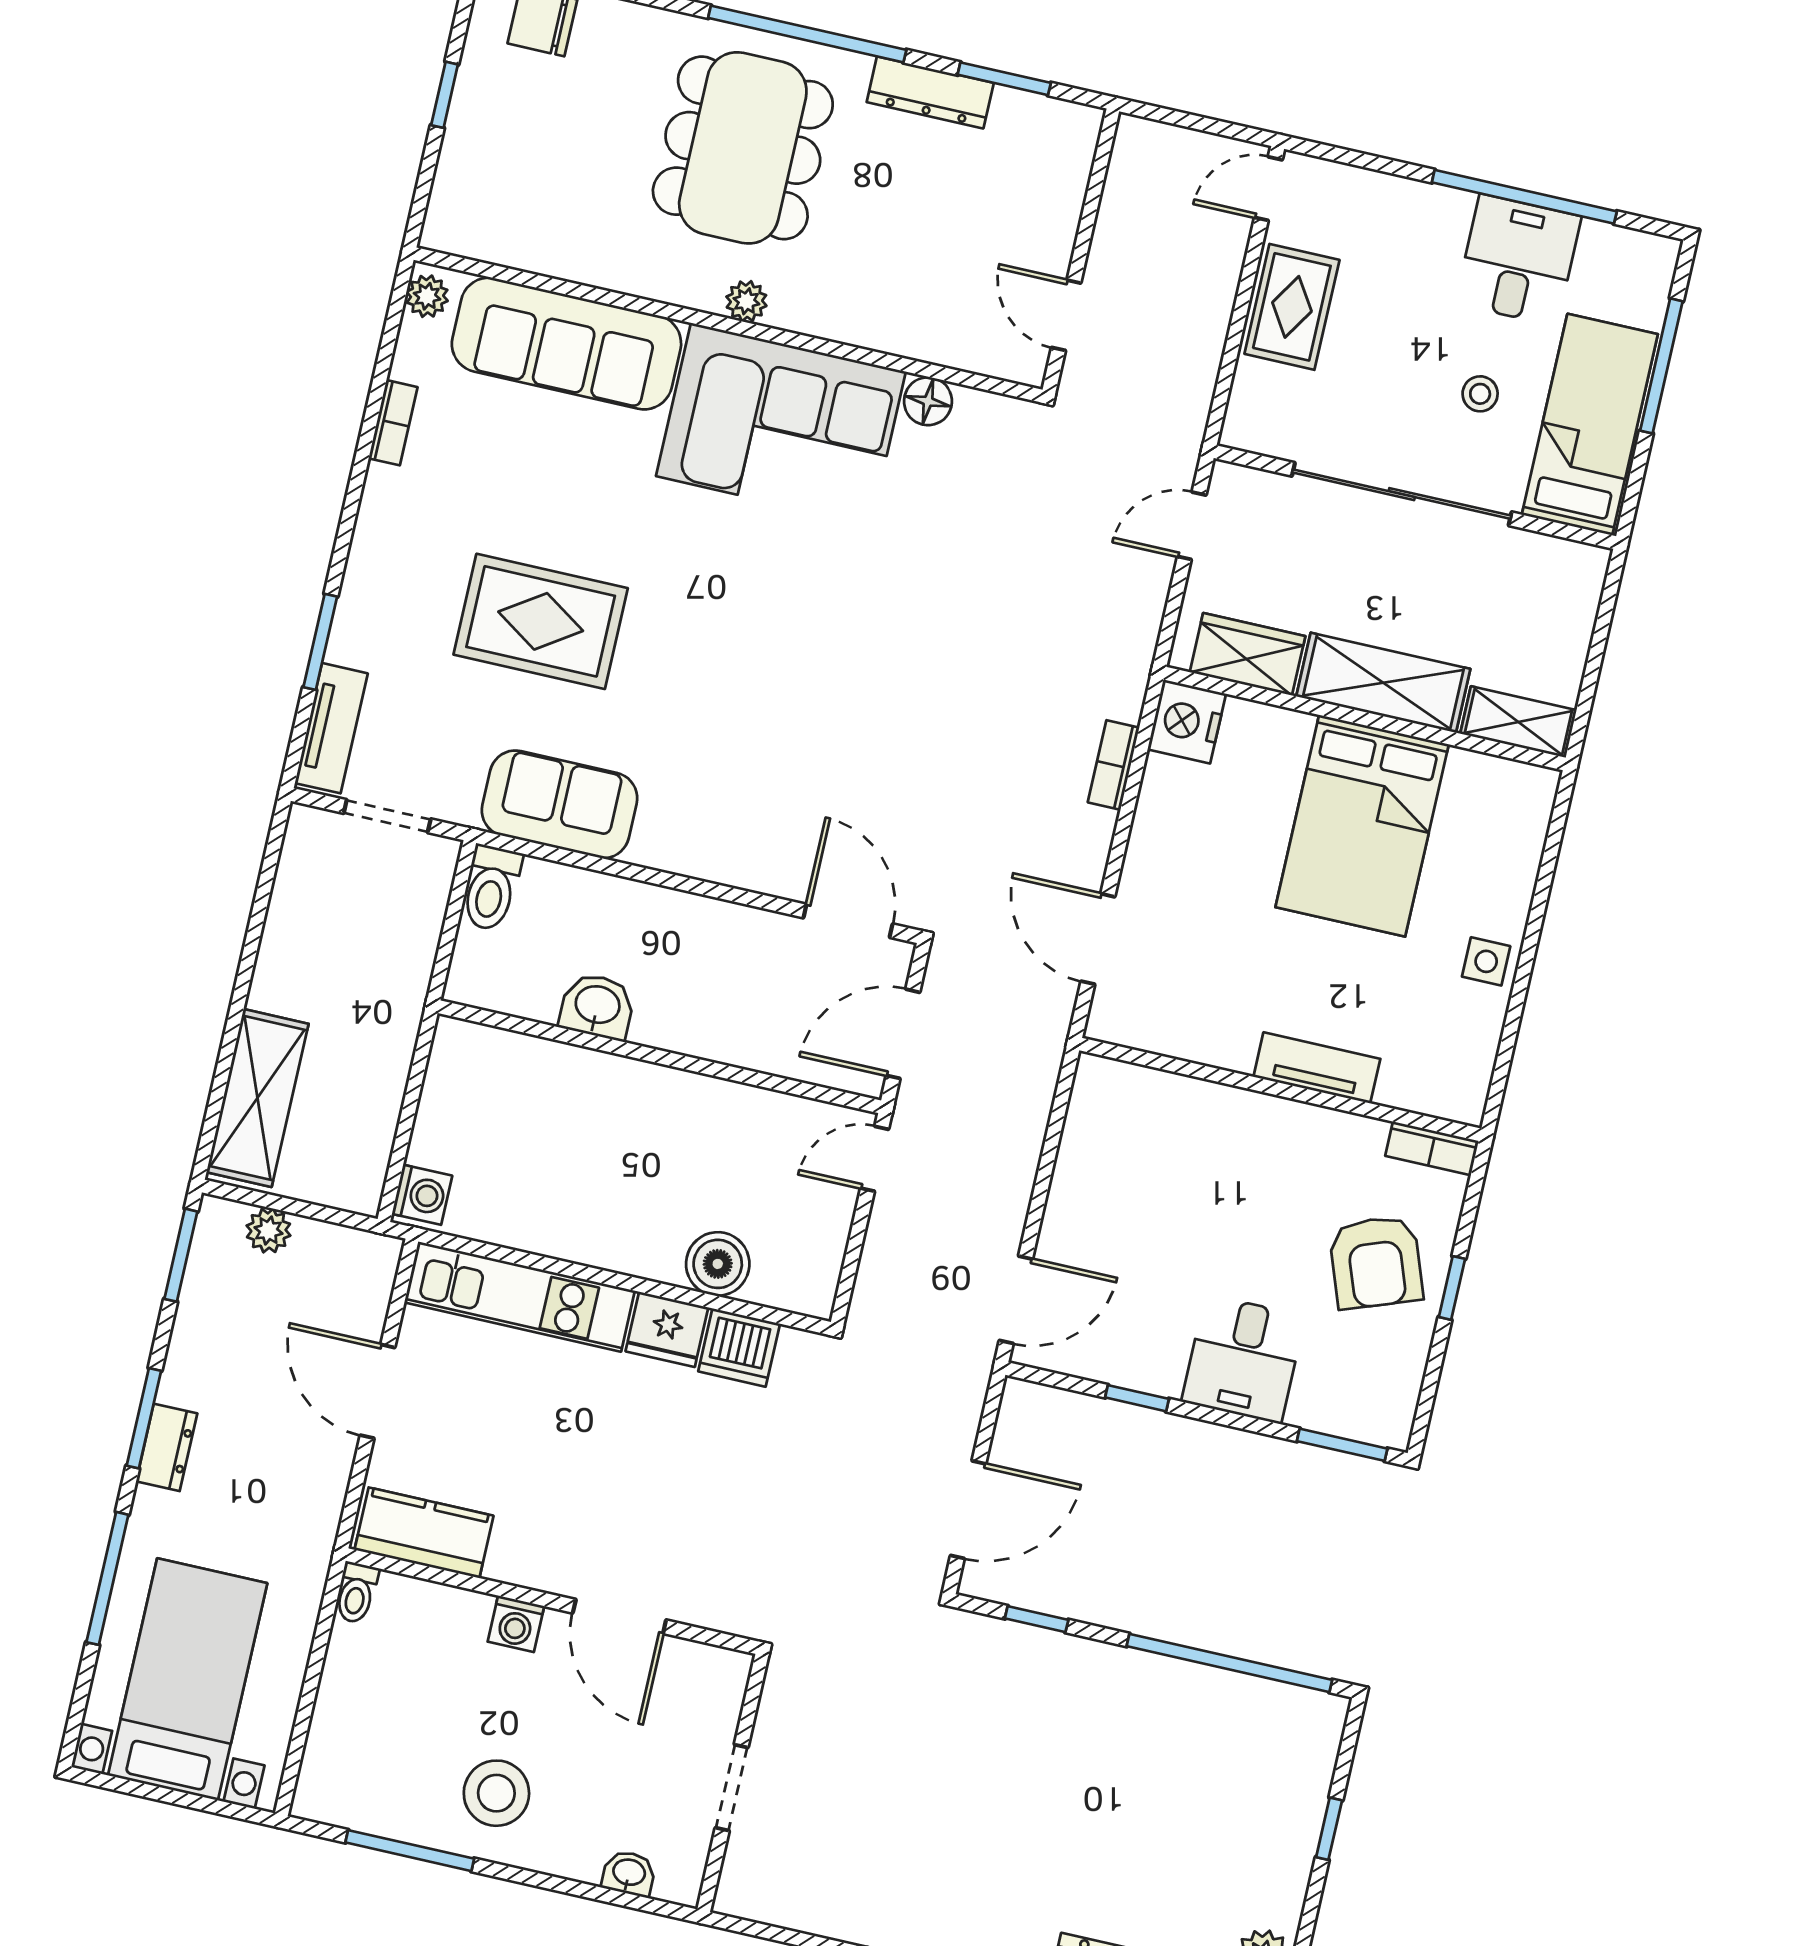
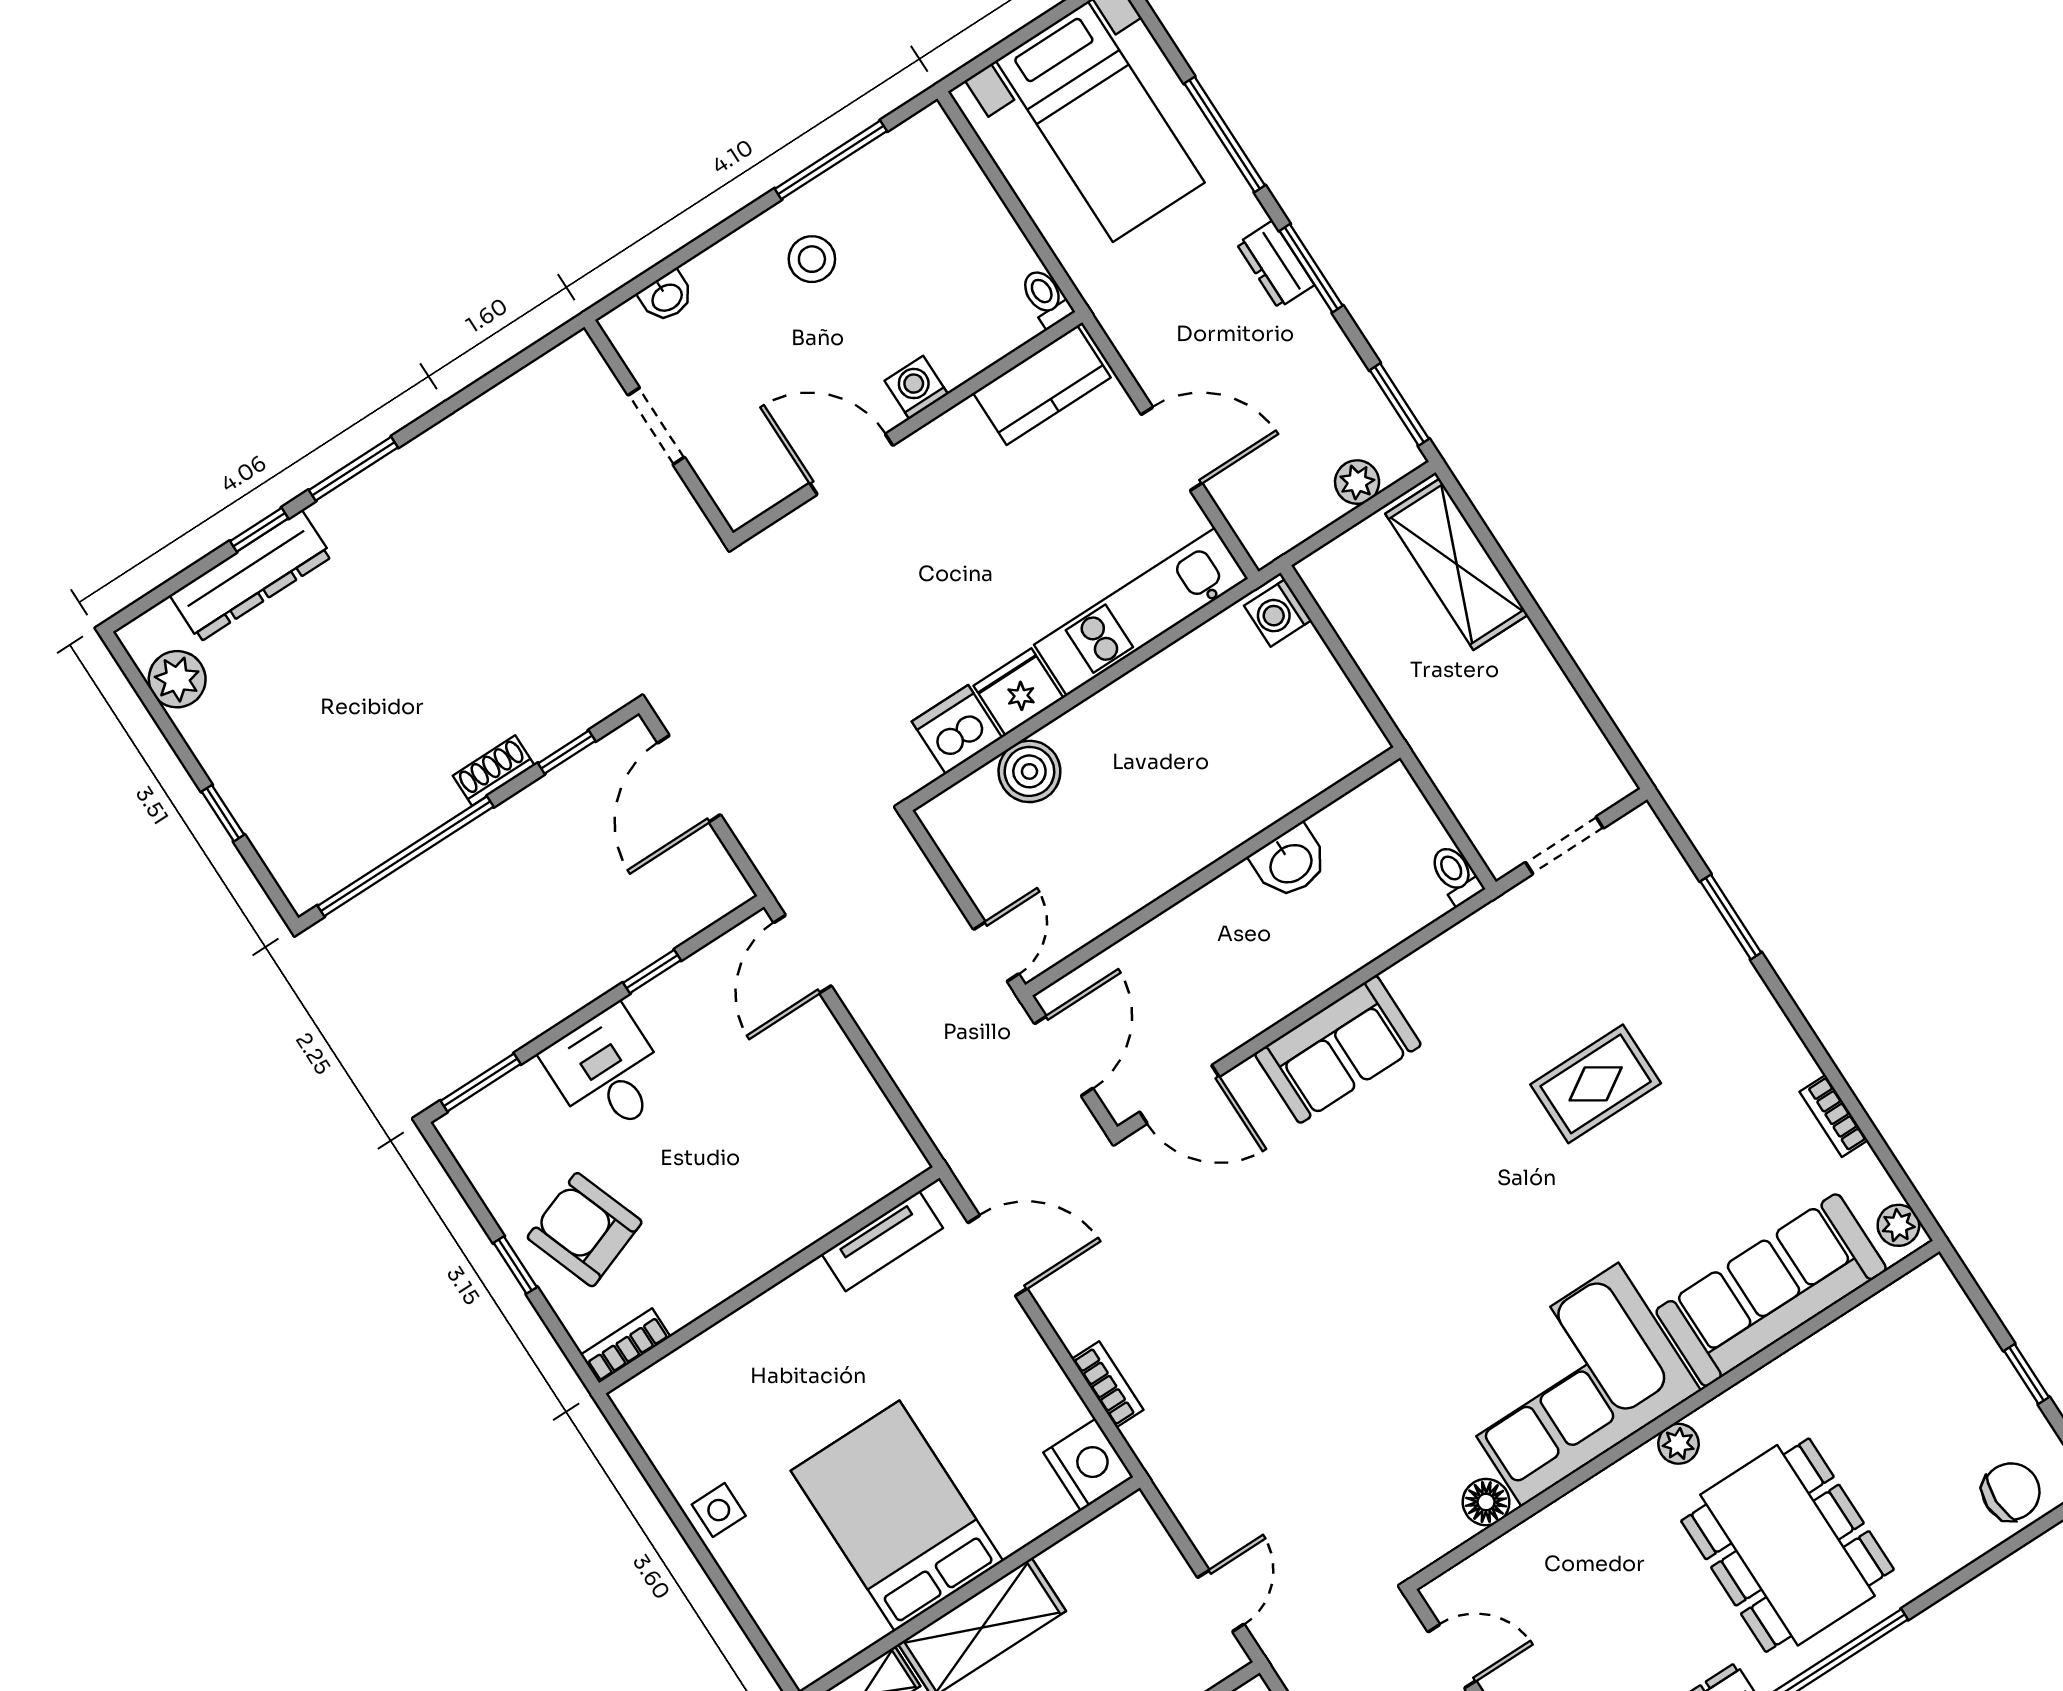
rug: (541, 621) -> (1596, 1084), width x0.73, depth x0.70
wardrobe: (1248, 654) -> (1094, 1553), removed
tv unit: (331, 728) -> (1663, 866), removed
sofa: (560, 804) -> (1338, 1049), moved
toilet: (491, 888) -> (1456, 875), width x0.73, depth x0.72
tv unit: (1317, 1068) -> (882, 1241), moved
shoe rack: (1103, 1660) -> (494, 770), added
stool: (496, 1793) -> (812, 259), width x0.73, depth x0.73

